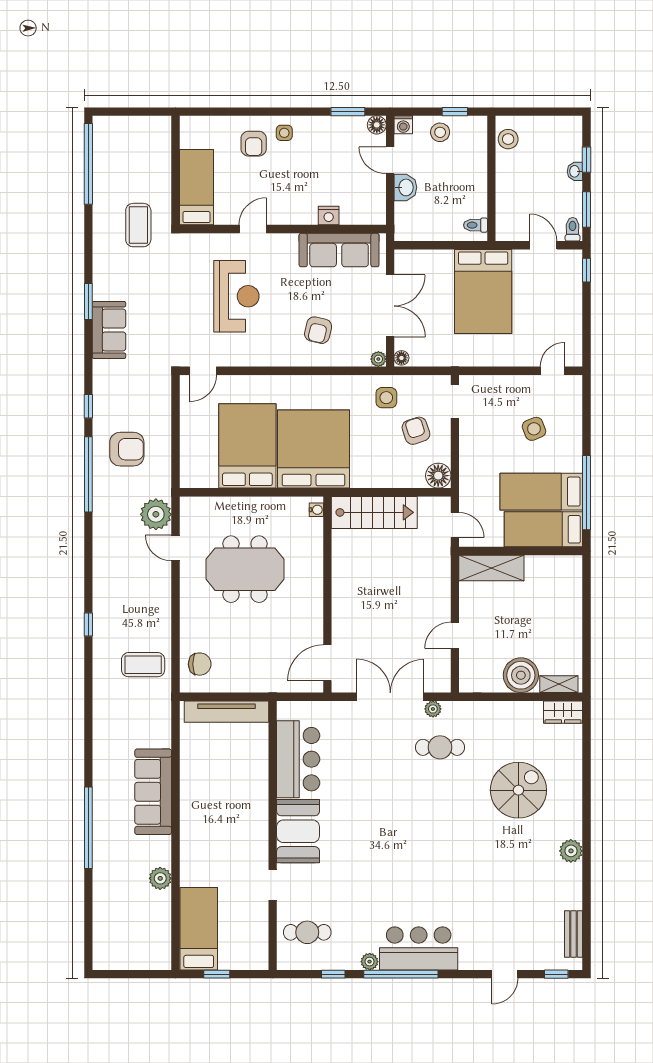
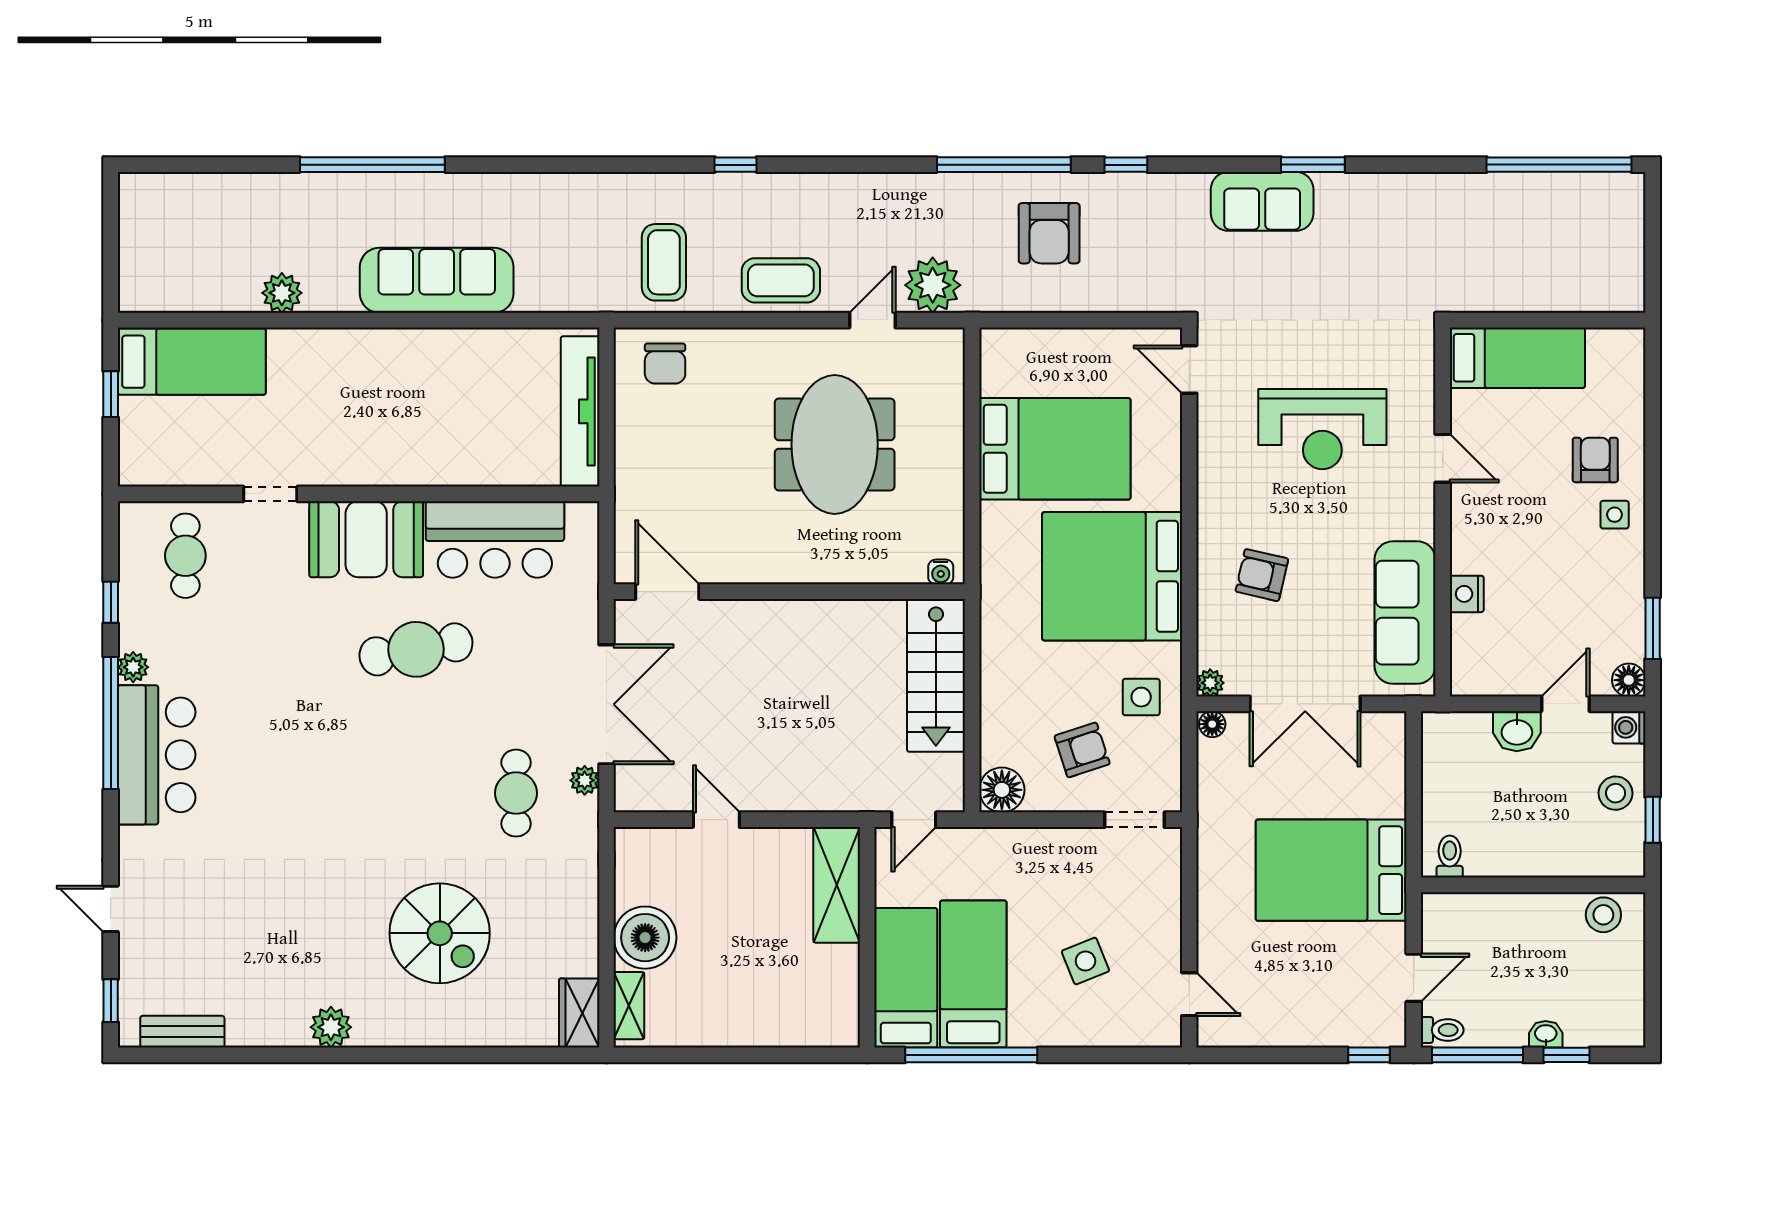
armchair: (254, 144) -> (1595, 460), turned 90
window: (587, 210) -> (1477, 1055), width x1.44
coffee table: (138, 225) -> (781, 280), moved
bed: (314, 449) -> (1112, 576), moved, turned 180
cafe table: (360, 803) -> (416, 649), added

